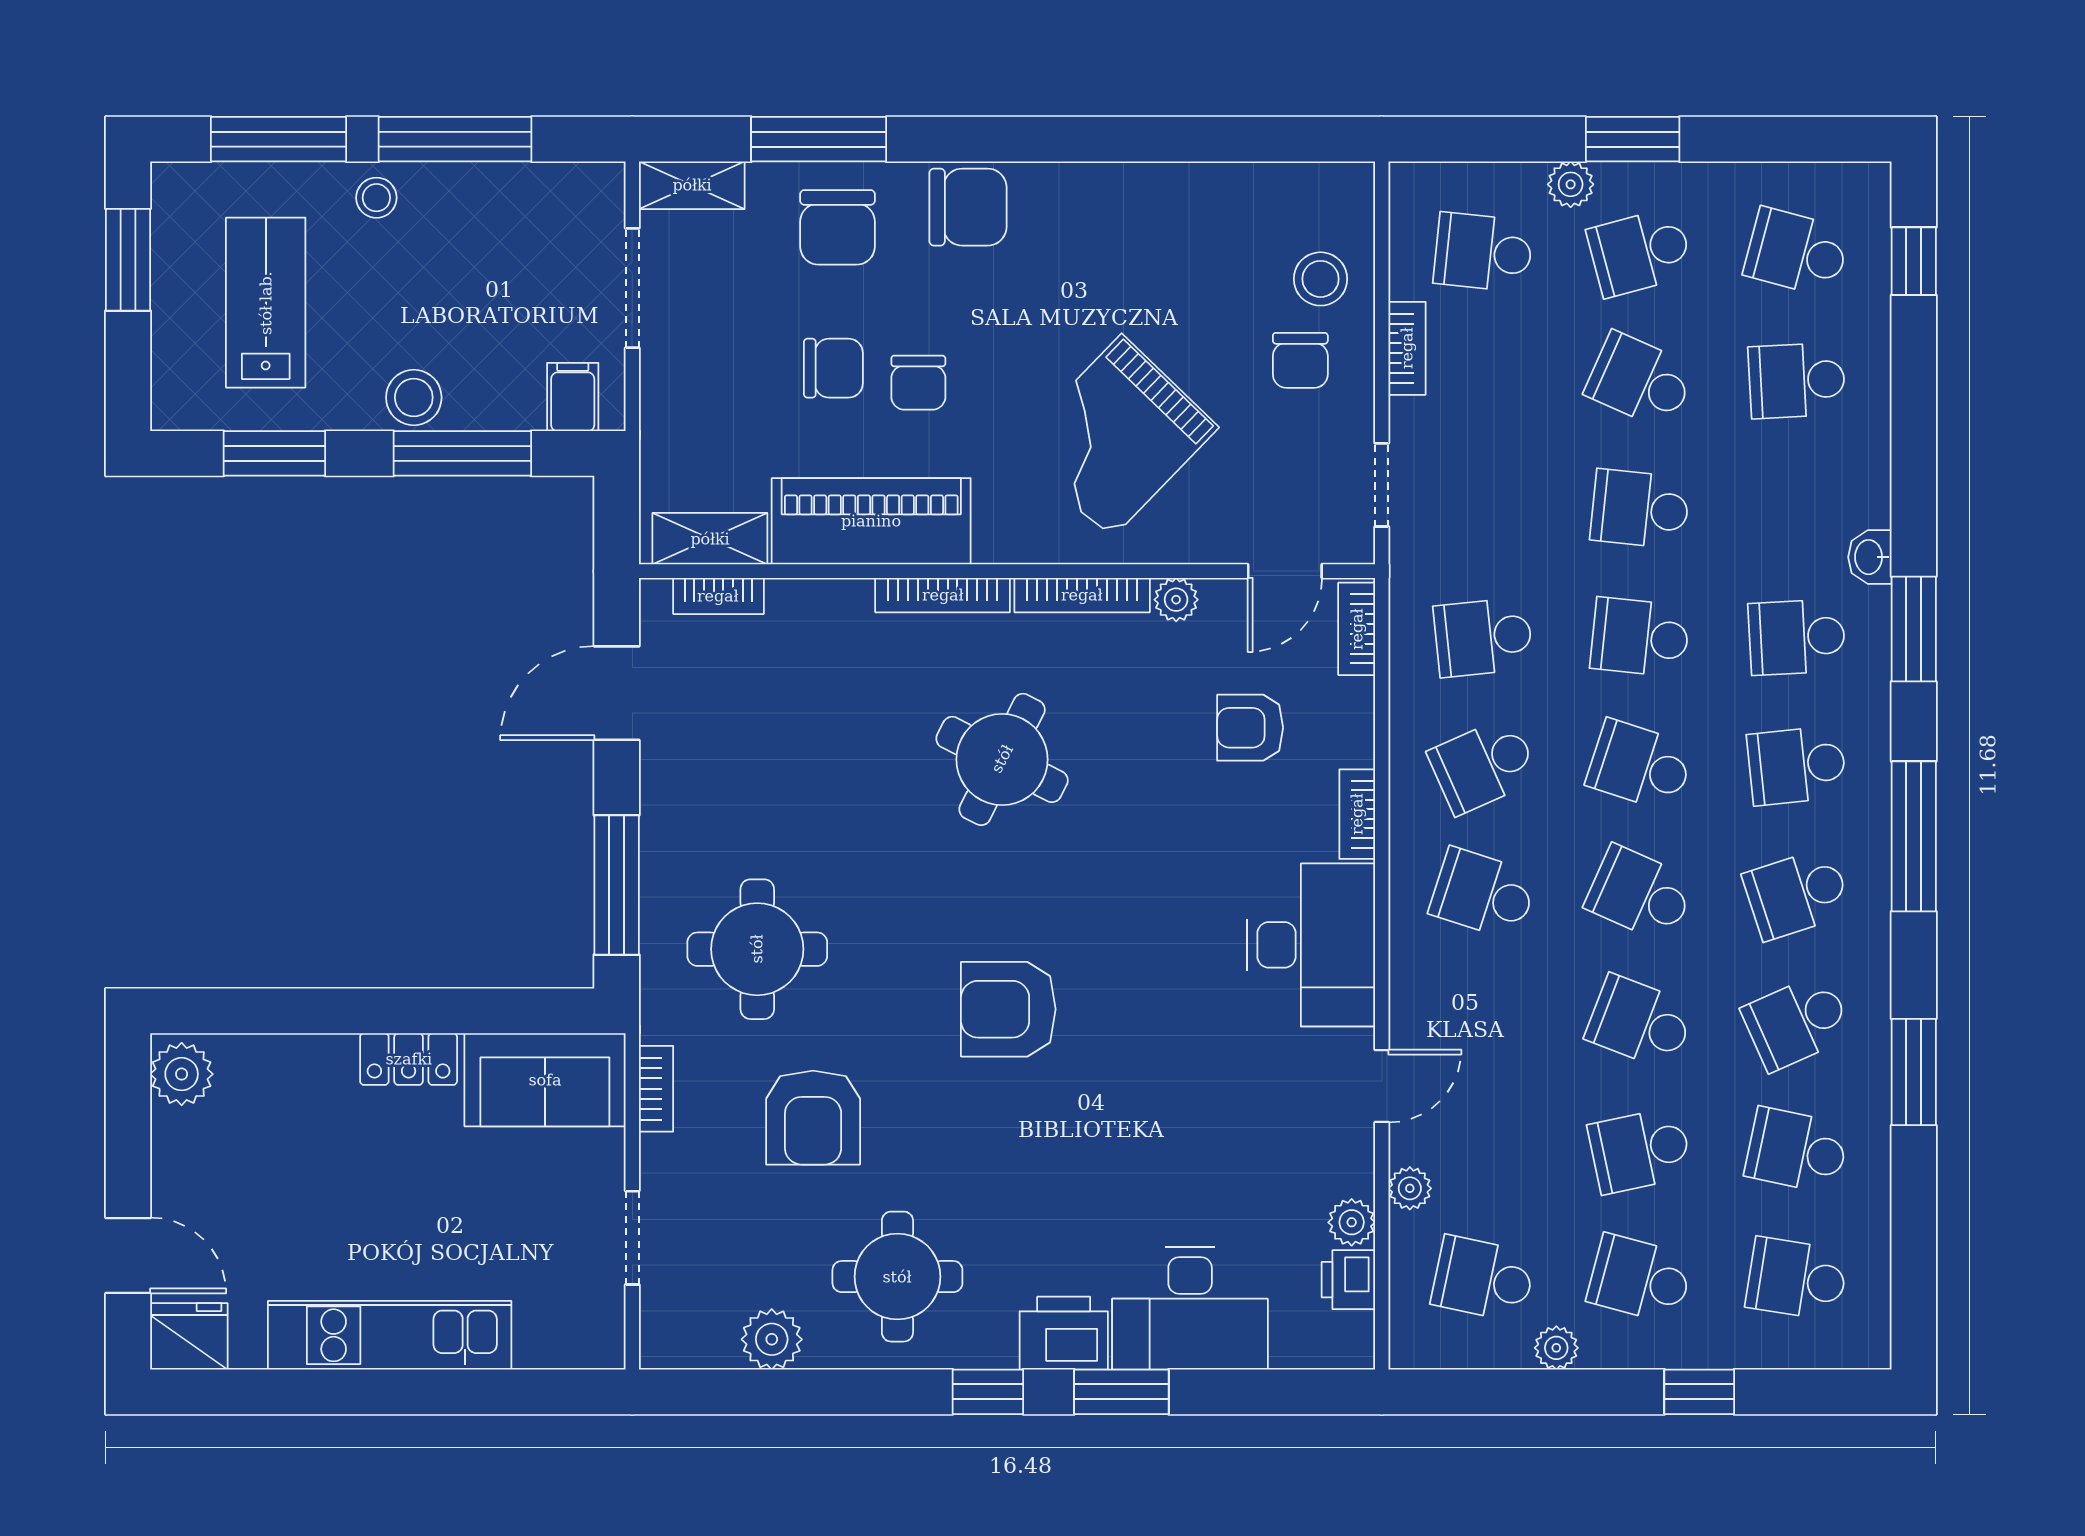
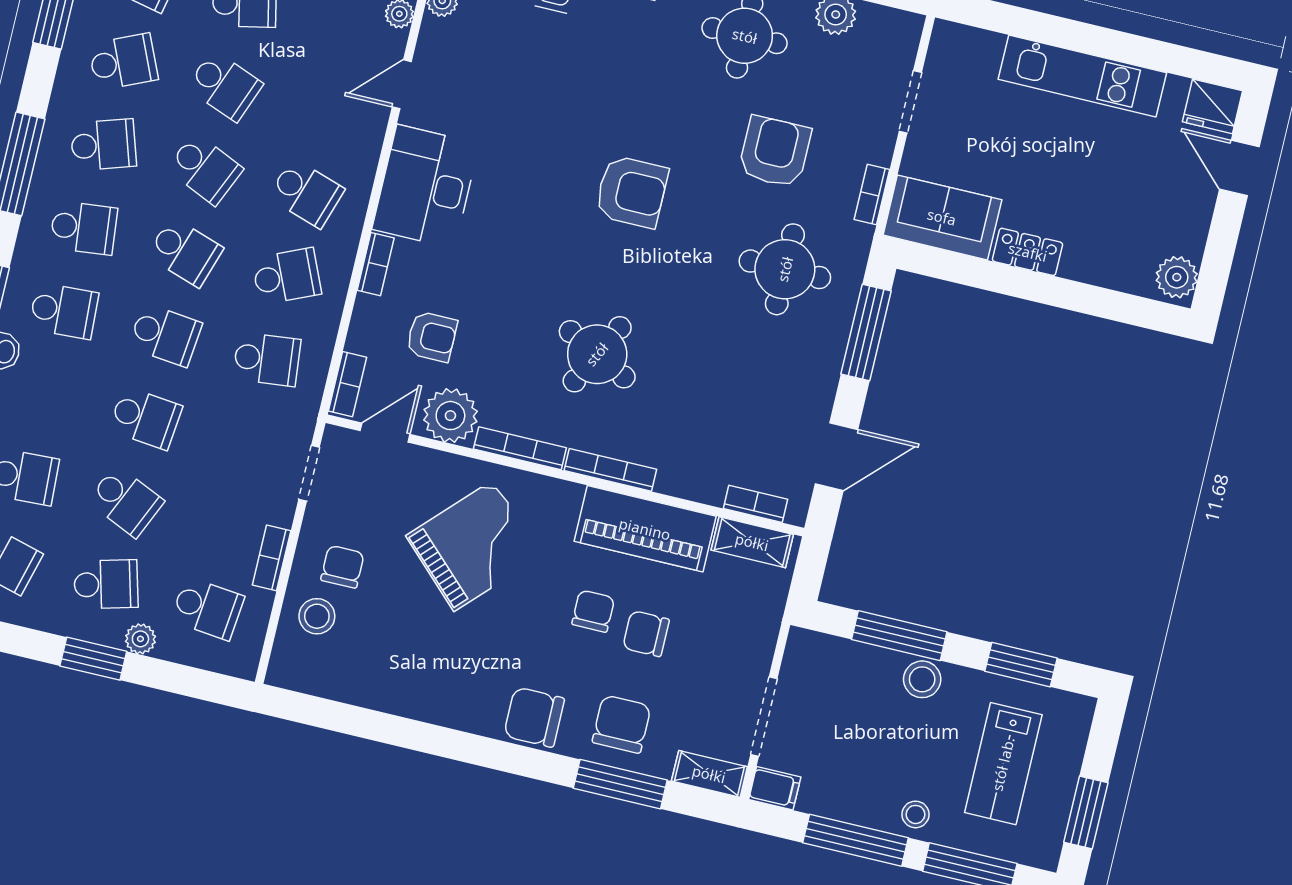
filing cabinet: (573, 397) -> (775, 788), moved, turned -90
plant: (1176, 600) -> (450, 416), width x1.88, depth x1.88

